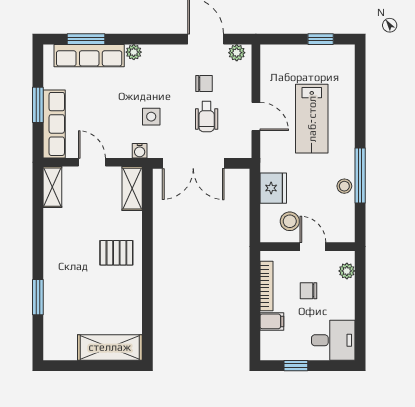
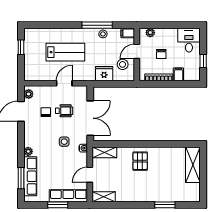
filing cabinet: (346, 230) -> (128, 33), added

